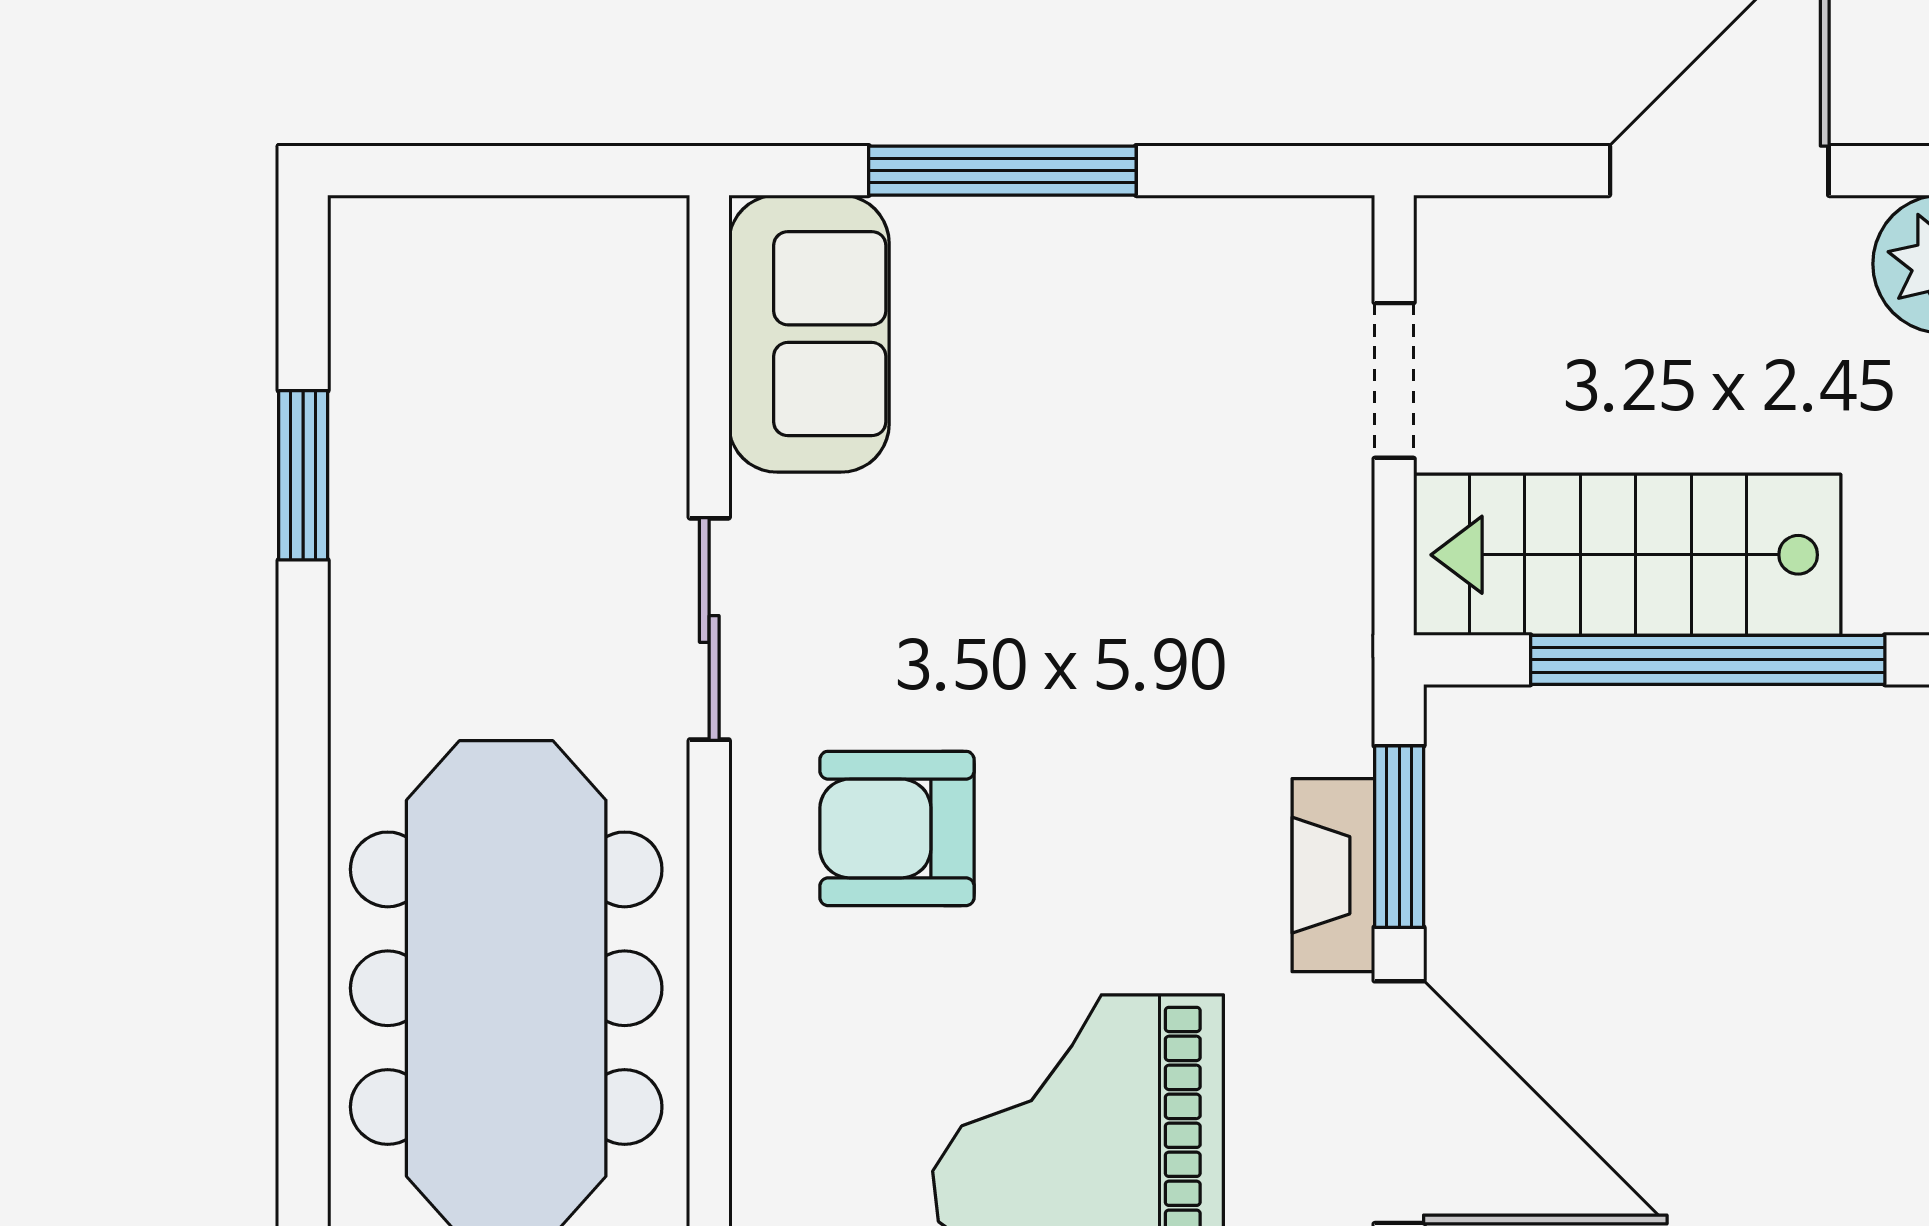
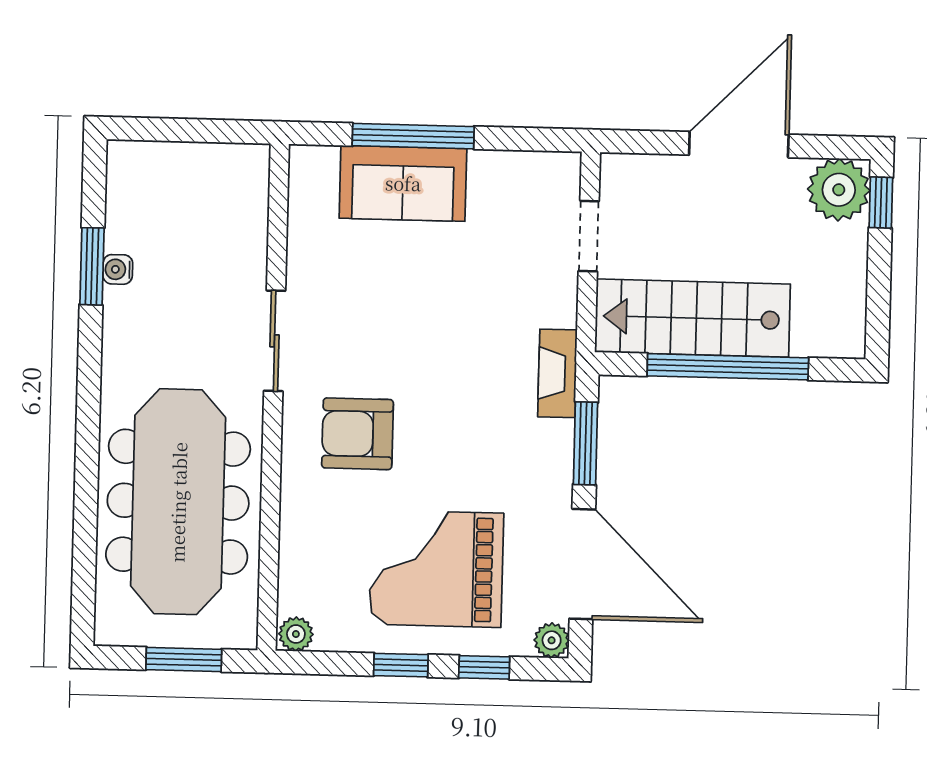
sofa: (809, 334) -> (403, 183), moved, turned 90
water cooler: (360, 481) -> (118, 269), added
fireplace: (1333, 875) -> (557, 373), moved

